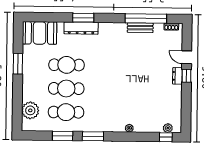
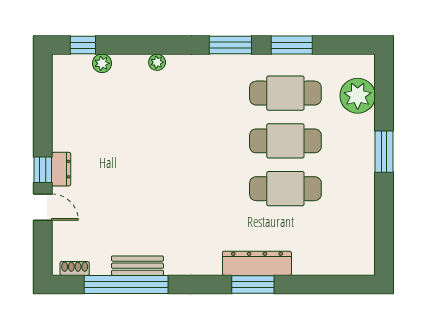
booth: (39, 33) -> (341, 253), removed
window: (18, 64) -> (384, 152), moved
plant: (168, 128) -> (102, 63), moved

